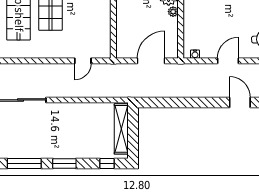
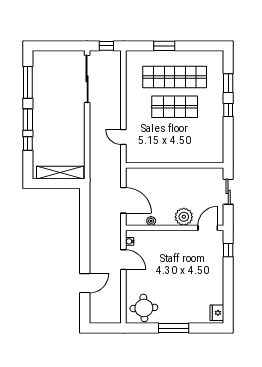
plant: (173, 12) -> (151, 221), moved
door: (228, 61) -> (123, 260), moved
window: (107, 164) -> (28, 143), moved

